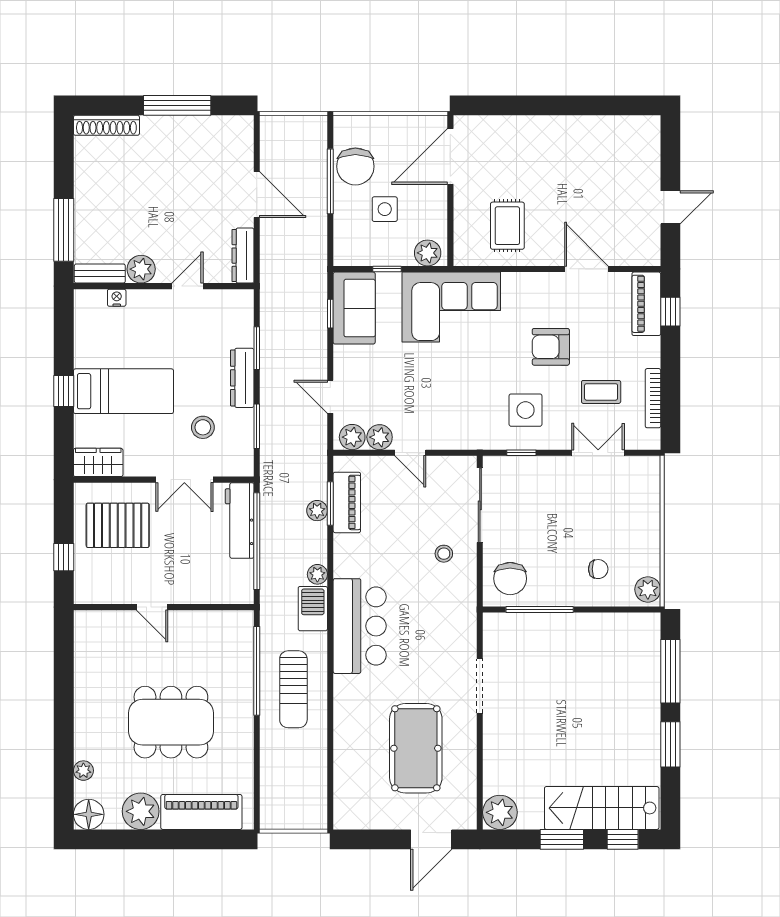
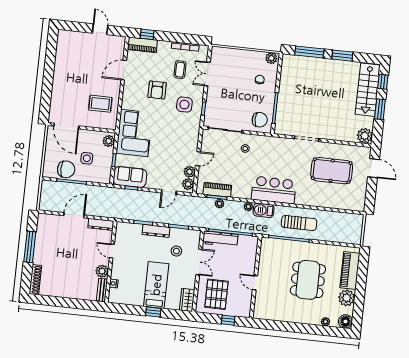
window: (64, 230) -> (80, 304), removed
door: (152, 607) -> (255, 283), swing flipped

